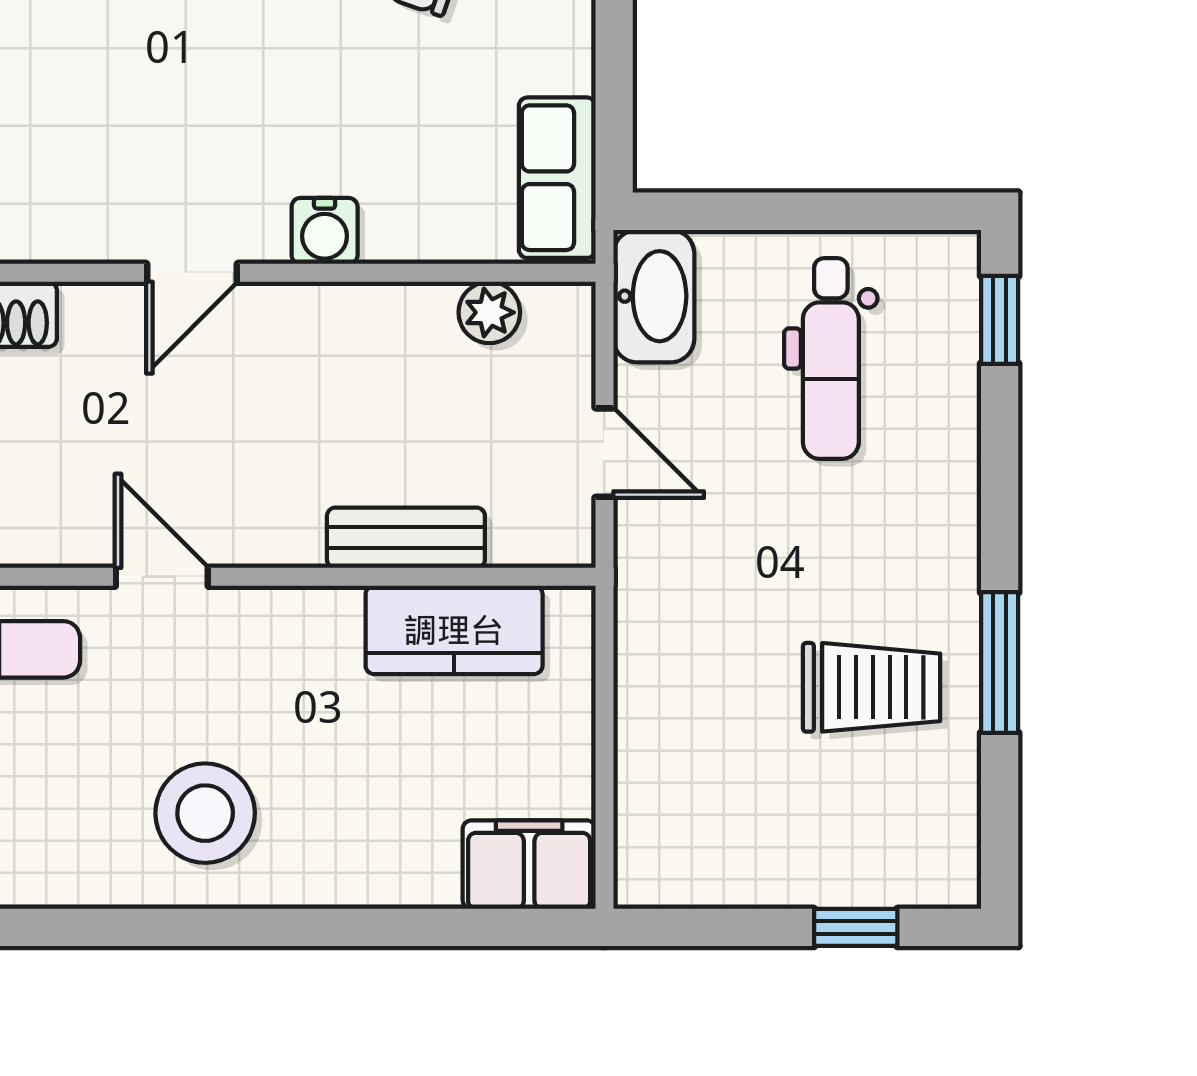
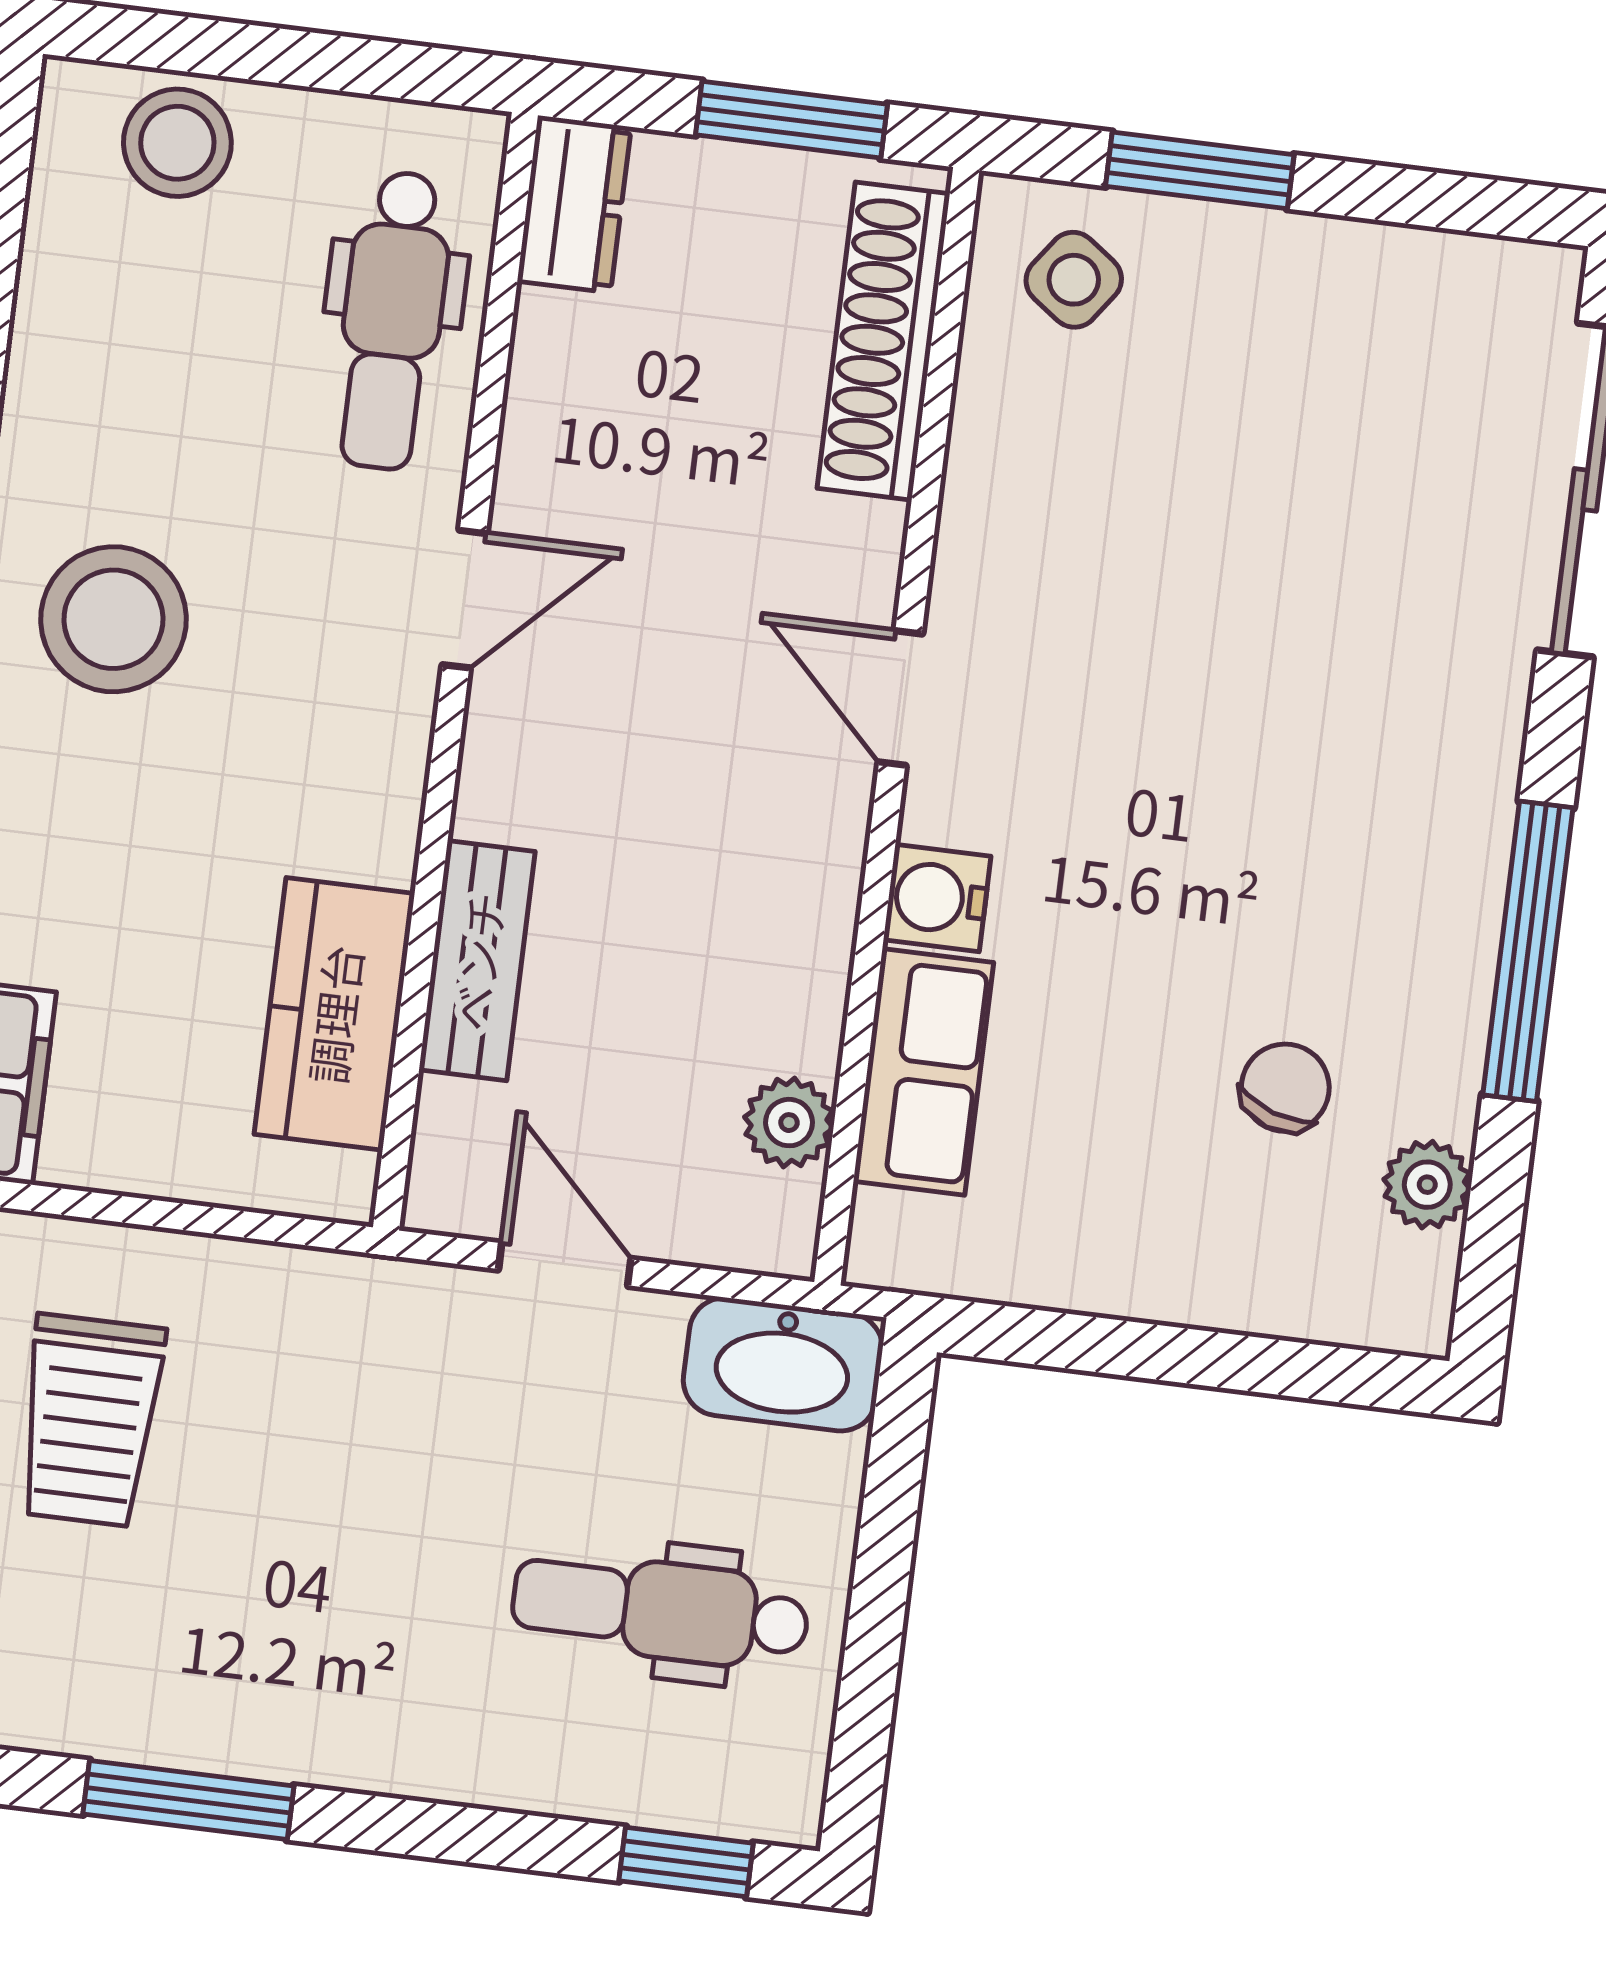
row of seats: (557, 178) -> (923, 1072), moved, turned 90
door: (604, 453) -> (565, 1264), swing flipped
trolley: (872, 687) -> (90, 1421), moved

